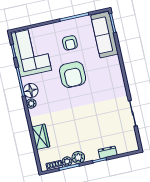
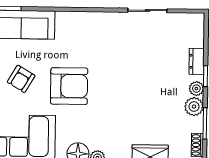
armchair: (70, 43) -> (21, 79), turned 121
plant: (67, 161) -> (196, 89), moved

